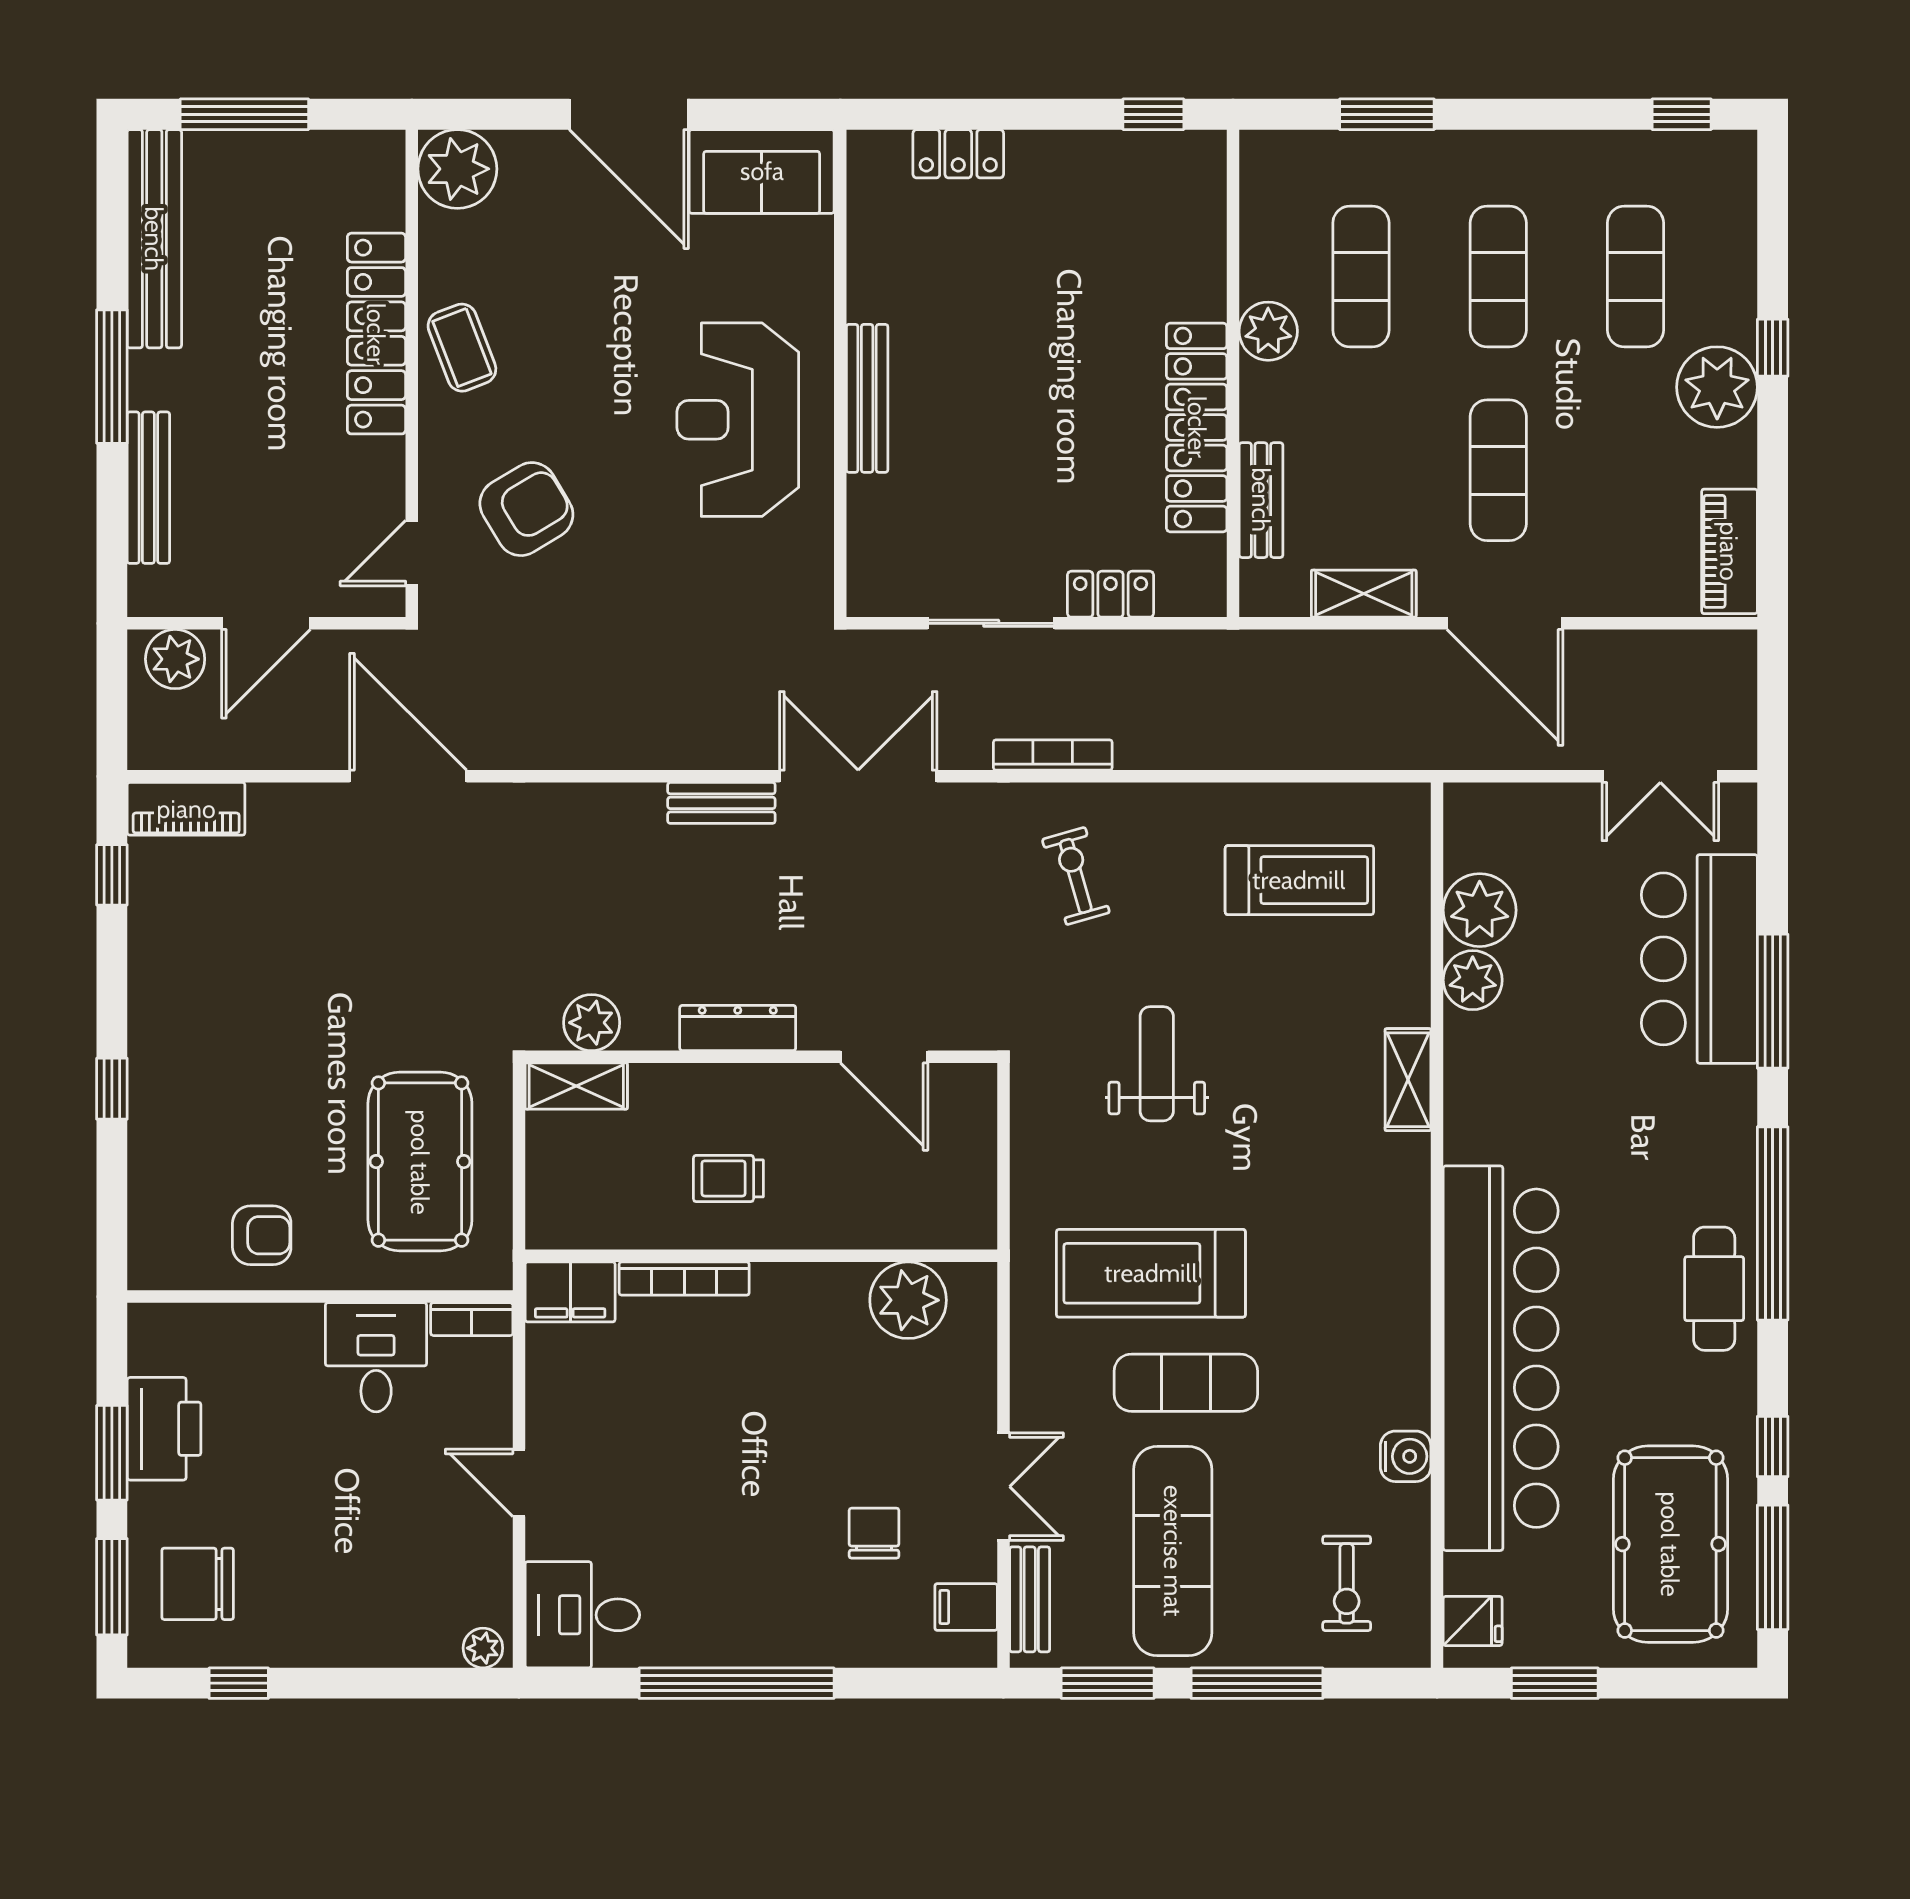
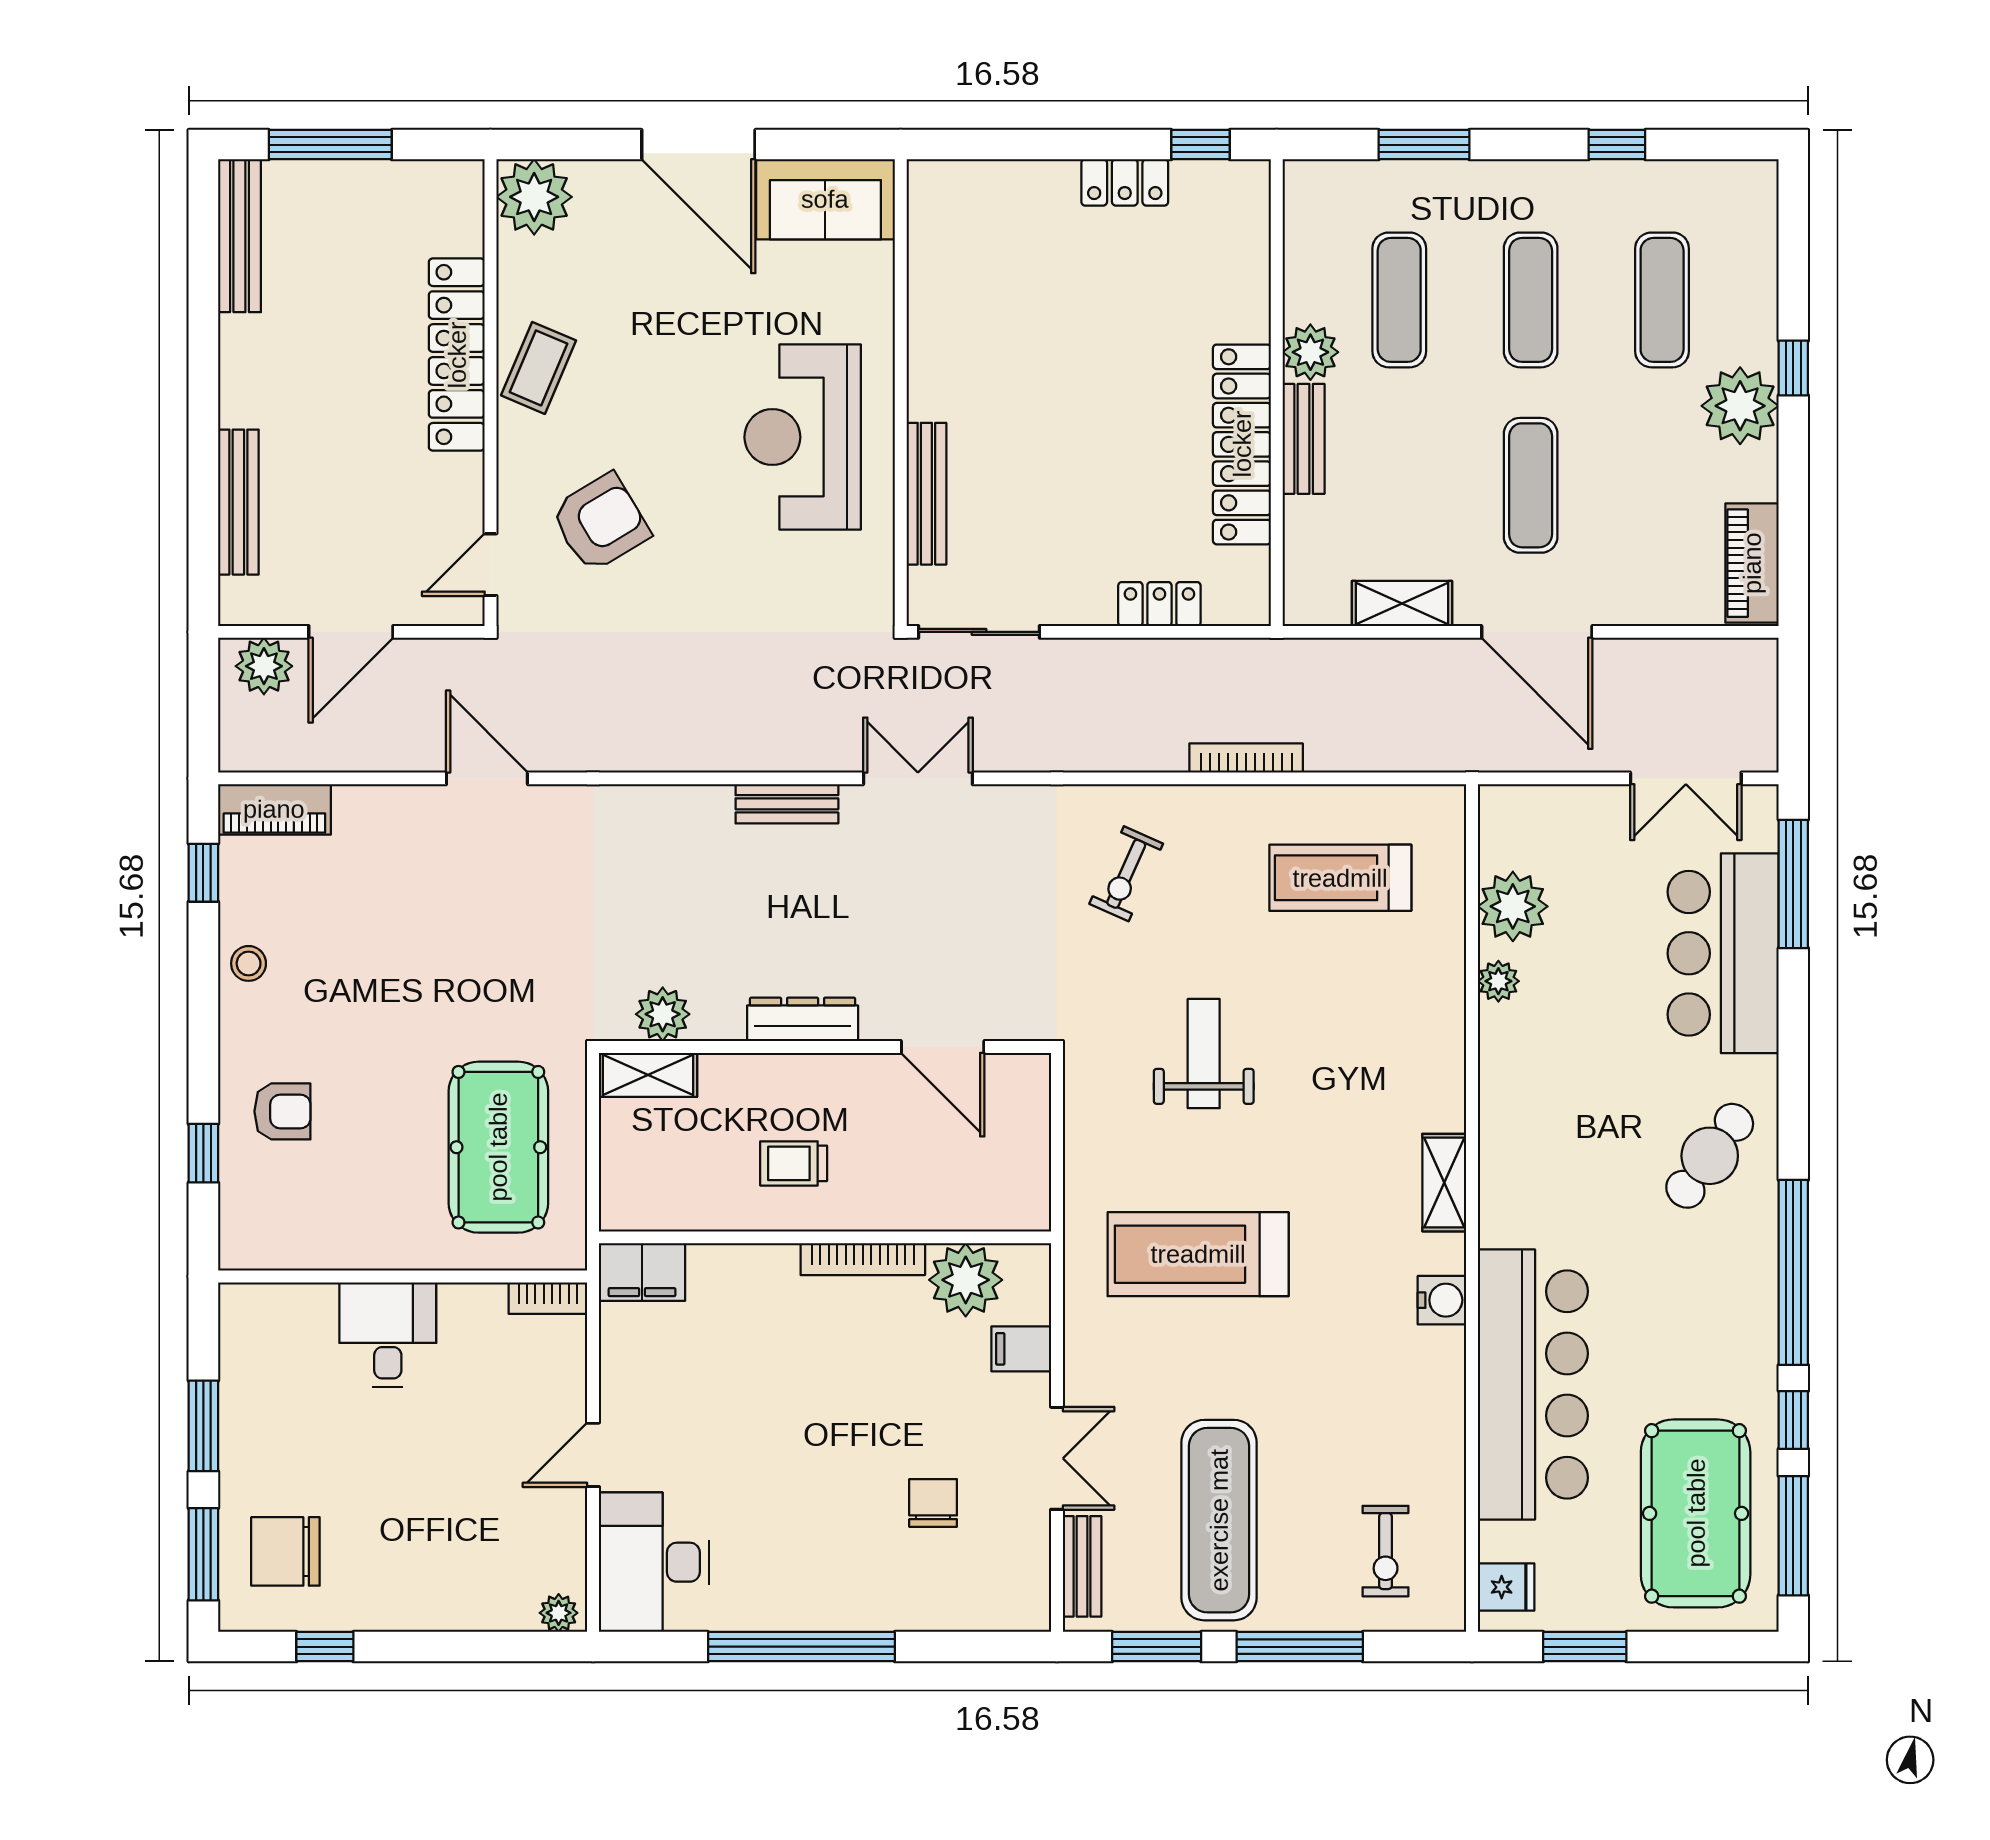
window: (1682, 114) -> (1617, 145), moved
locker: (958, 154) -> (1125, 182), moved
bench: (154, 239) -> (239, 236), width x0.73, depth x0.82
coffee table: (462, 348) -> (539, 368), turned 44
window: (112, 377) -> (203, 396), removed
bench: (867, 398) -> (926, 494), moved
bench: (1261, 500) -> (1304, 439), moved
sliding door: (991, 623) -> (979, 632), moved
bookcase: (1053, 755) -> (1246, 758), moved
door: (408, 776) -> (487, 778), width x0.73
double door: (858, 776) -> (918, 778), width x0.73
exercise bike: (1076, 876) -> (1126, 874), turned -140
treadmill: (1299, 880) -> (1340, 878), turned 180
stool: (159, 970) -> (249, 963), added
plant: (1473, 980) -> (1498, 981), width x0.73, depth x0.73
window: (1773, 1001) -> (1793, 884), moved
shelving: (1408, 1080) -> (1444, 1183), moved
window: (112, 1089) -> (203, 1153), moved
window: (1773, 1223) -> (1793, 1272), moved
armchair: (262, 1235) -> (282, 1111), moved
bookcase: (684, 1279) -> (863, 1259), moved
cafe table: (1714, 1289) -> (1710, 1156), moved, turned 36
desk: (376, 1357) -> (388, 1335), moved
bar counter: (1501, 1358) -> (1533, 1385), width x0.73
exercise mat: (1186, 1383) -> (1232, 1359), removed
printer: (164, 1429) -> (253, 1403), removed
water cooler: (1406, 1456) -> (1442, 1300), moved
door: (519, 1483) -> (593, 1455), hinge flipped
filing cabinet: (966, 1607) -> (1021, 1349), moved
desk: (582, 1615) -> (654, 1562), width x1.37

